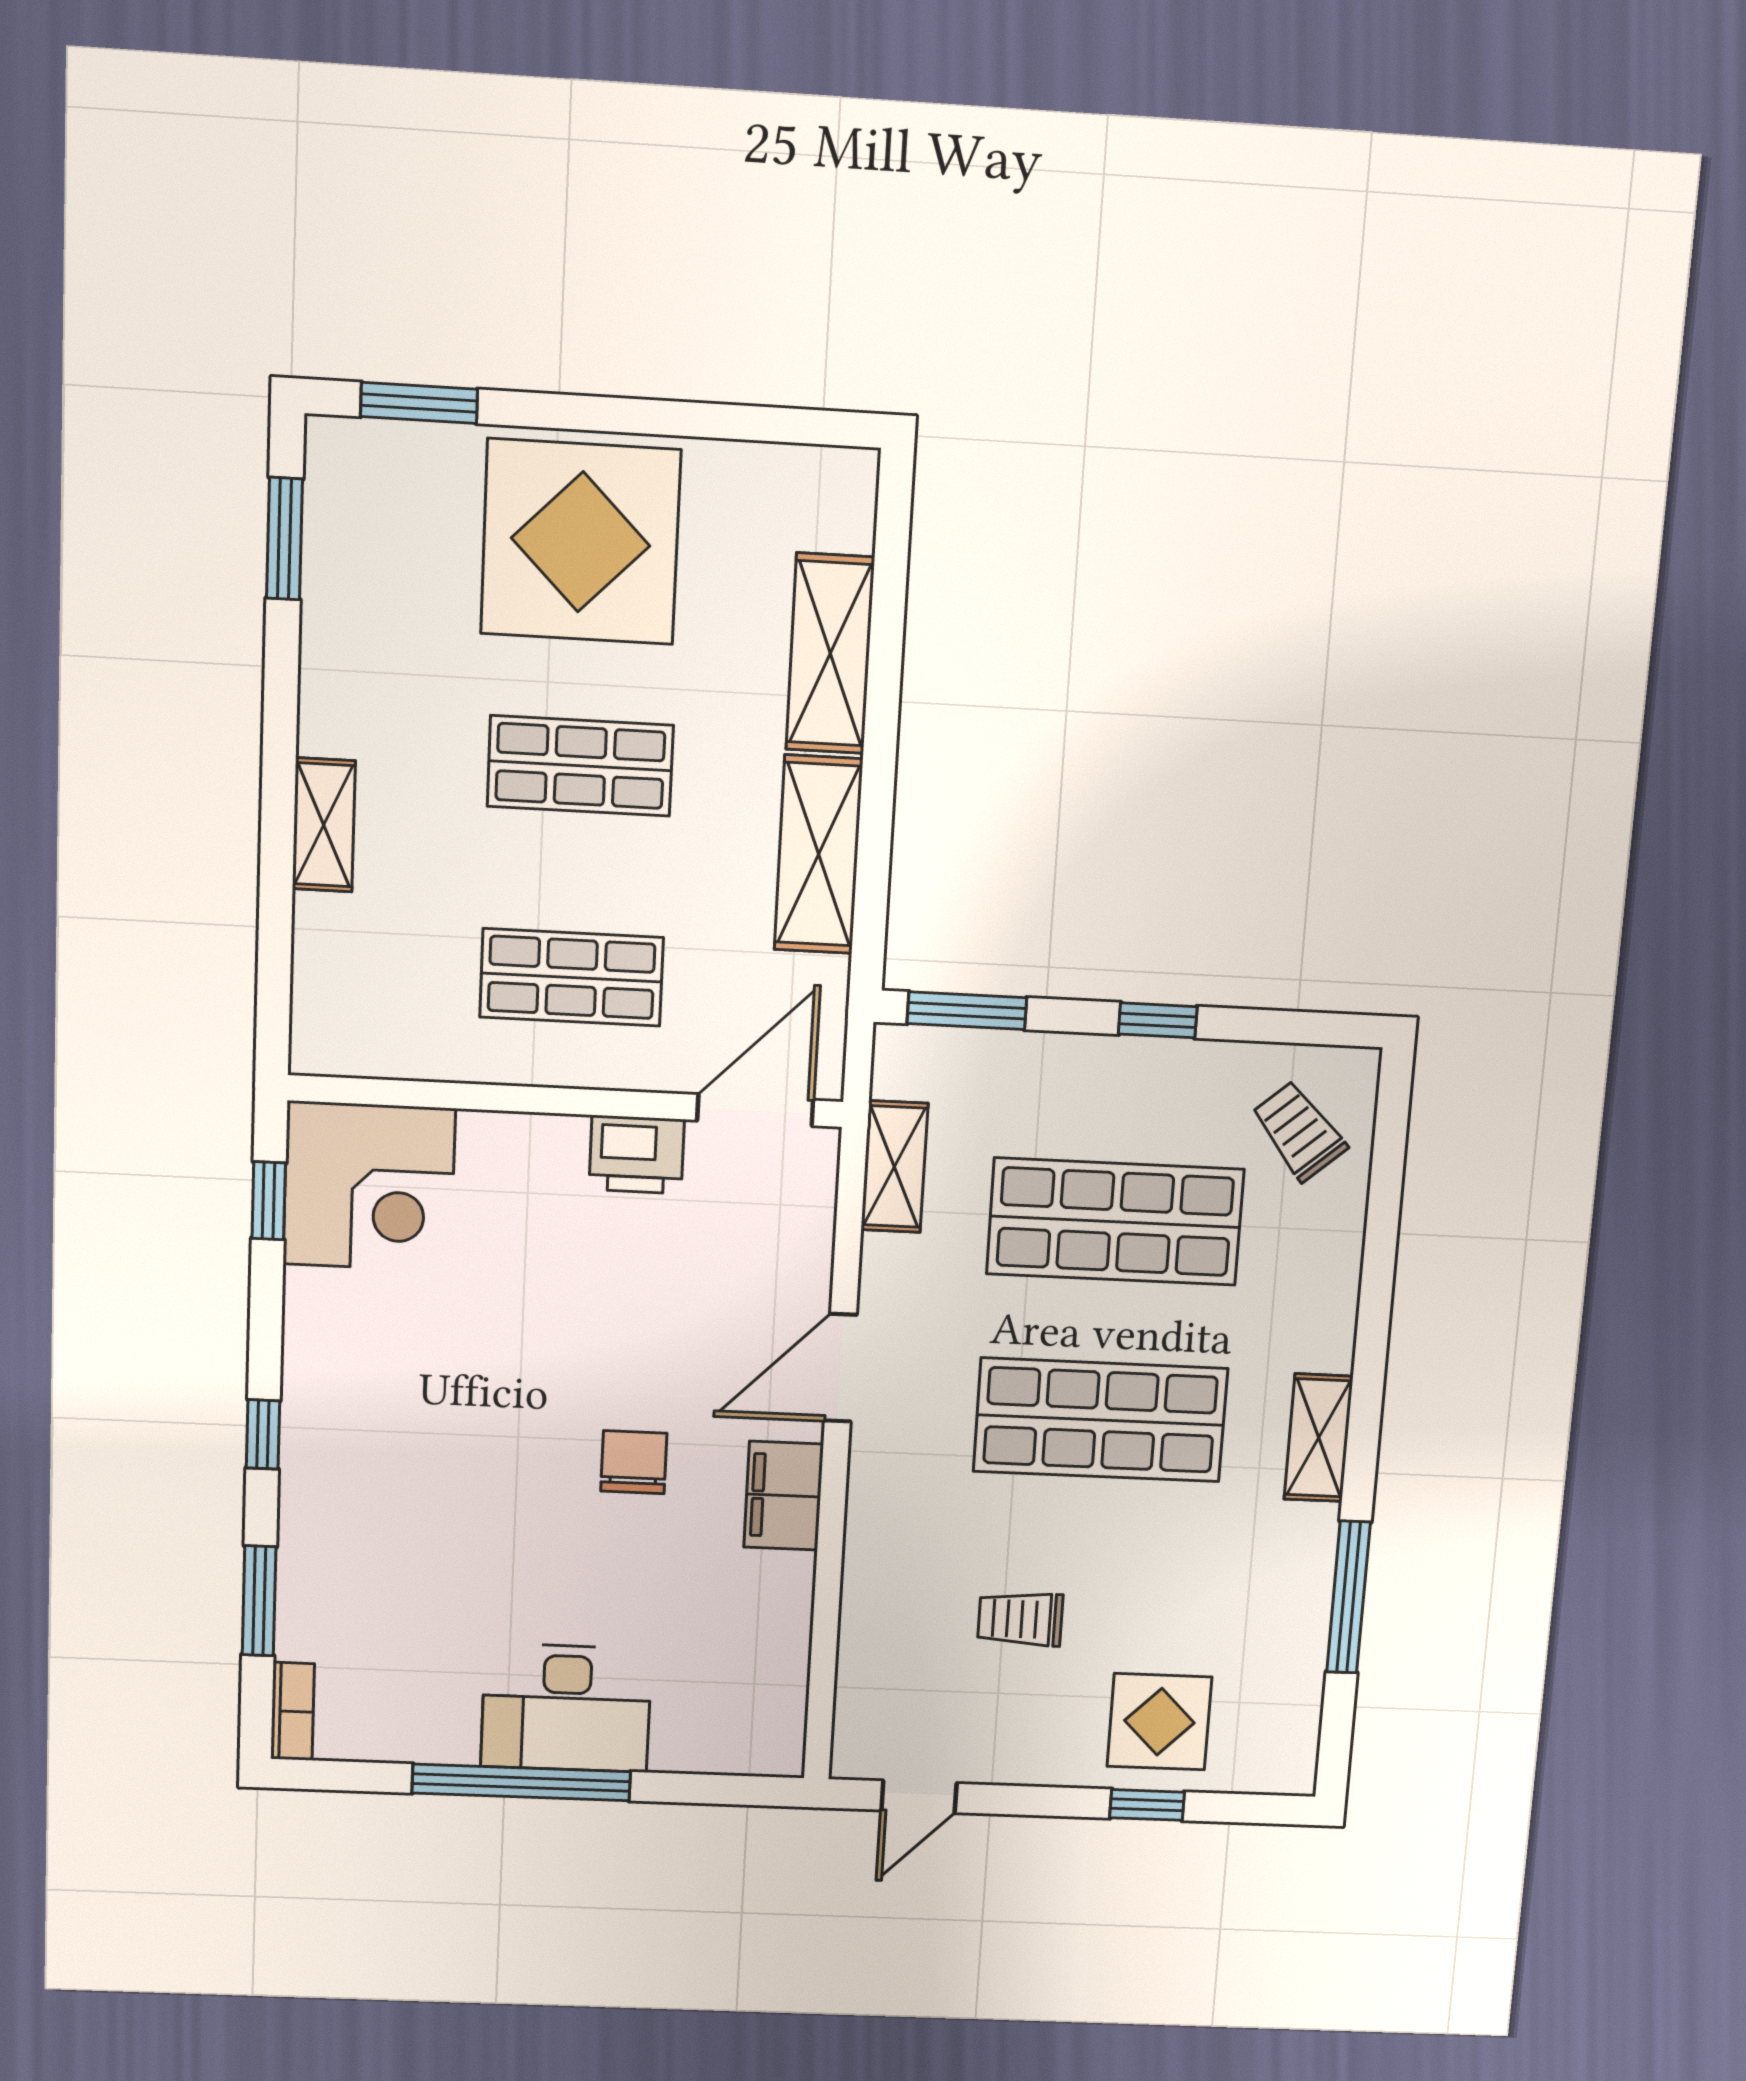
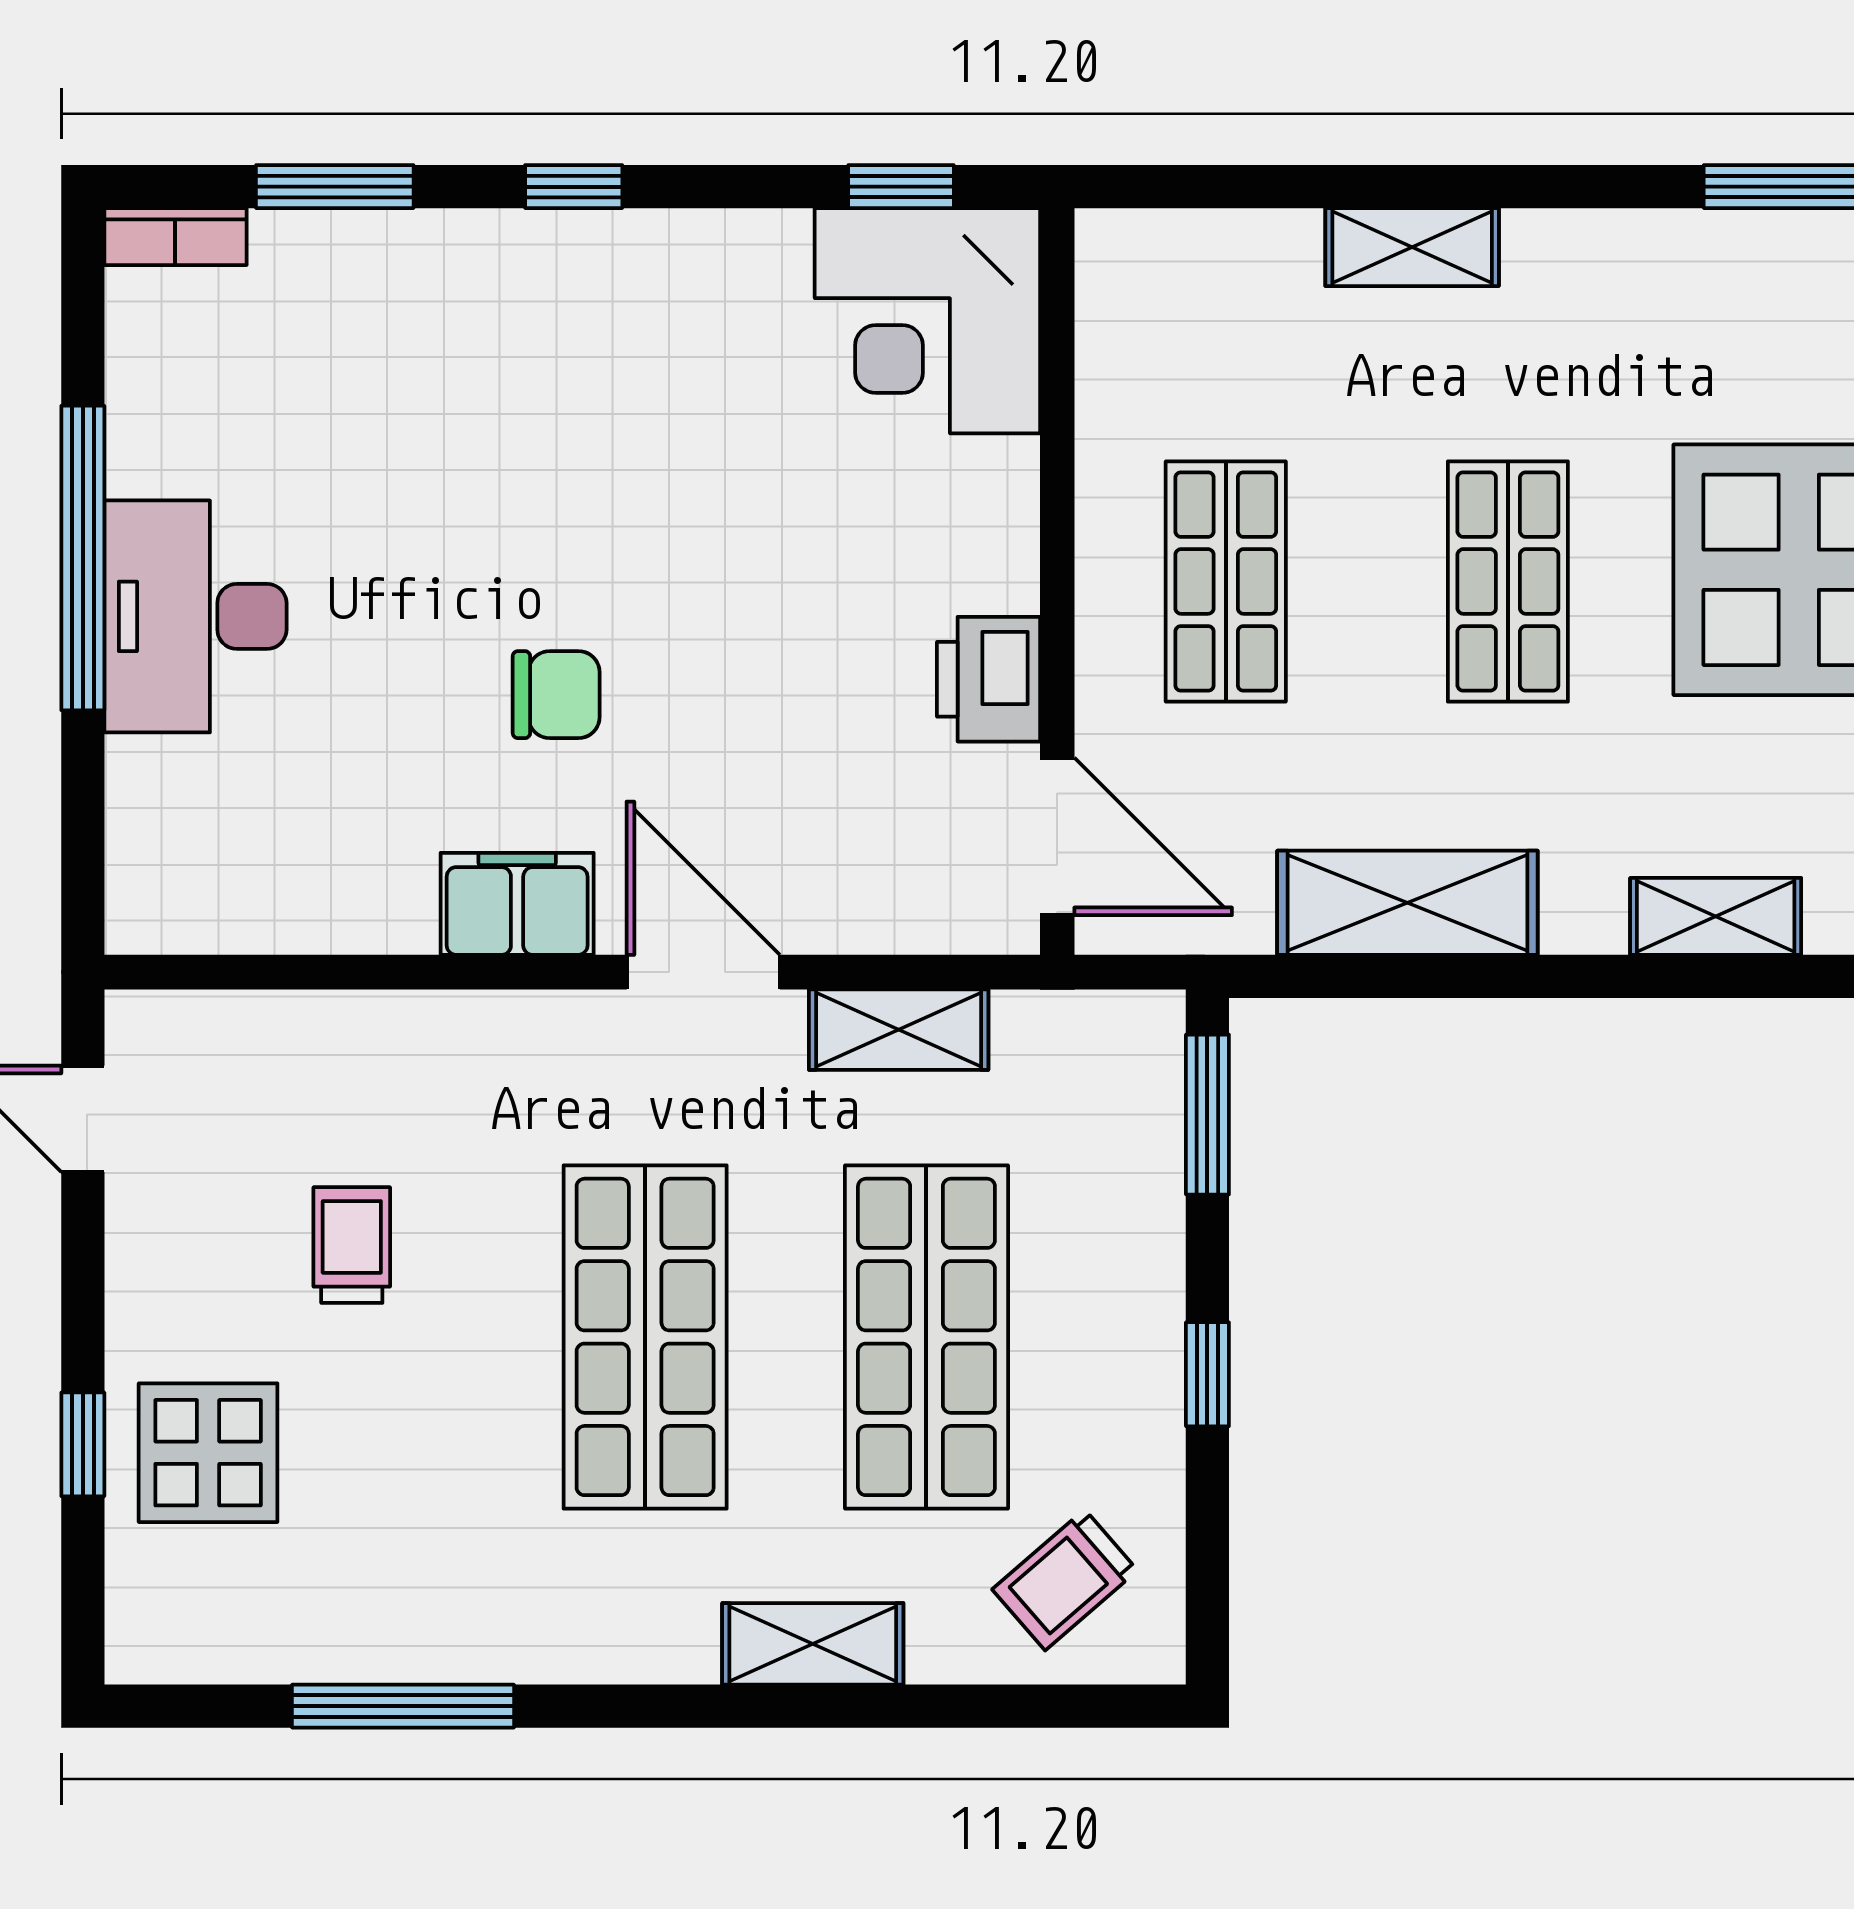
shelving: (830, 654) -> (1716, 916), width x0.67, depth x0.75
trolley: (1299, 1131) -> (1065, 1580), turned 180
shelving: (894, 1167) -> (899, 1030), moved
shelving: (1319, 1438) -> (813, 1644), moved

